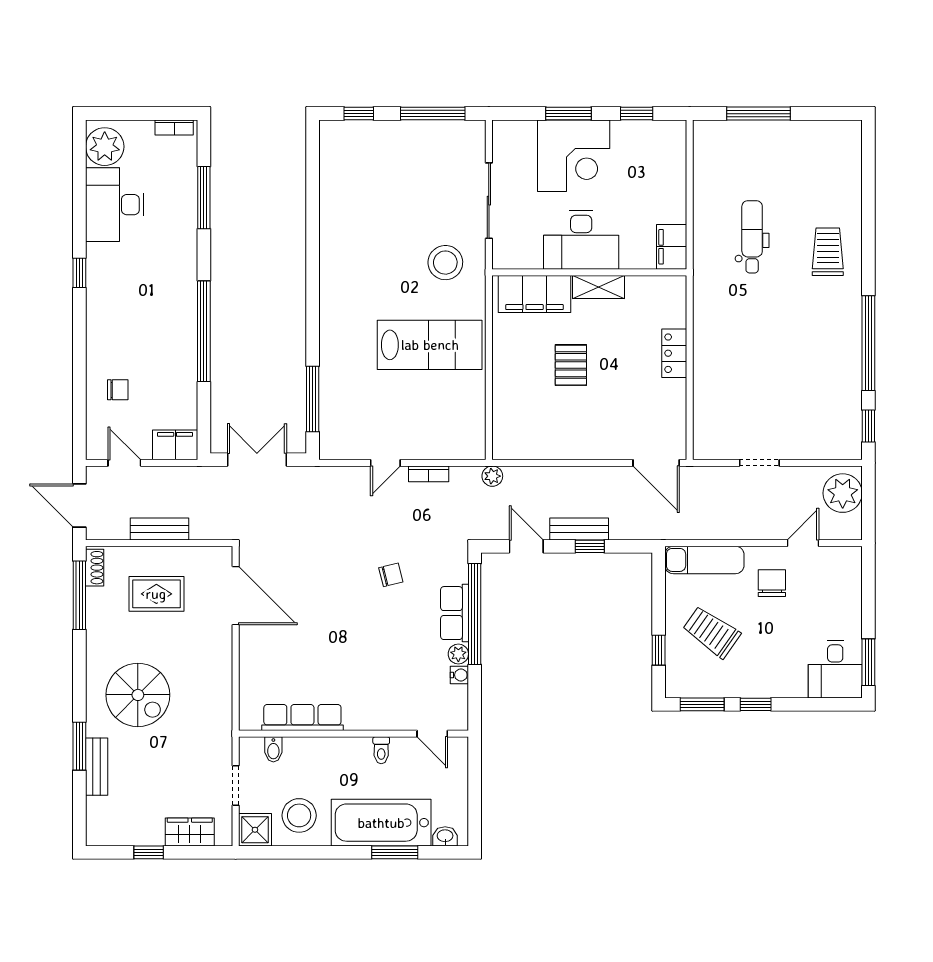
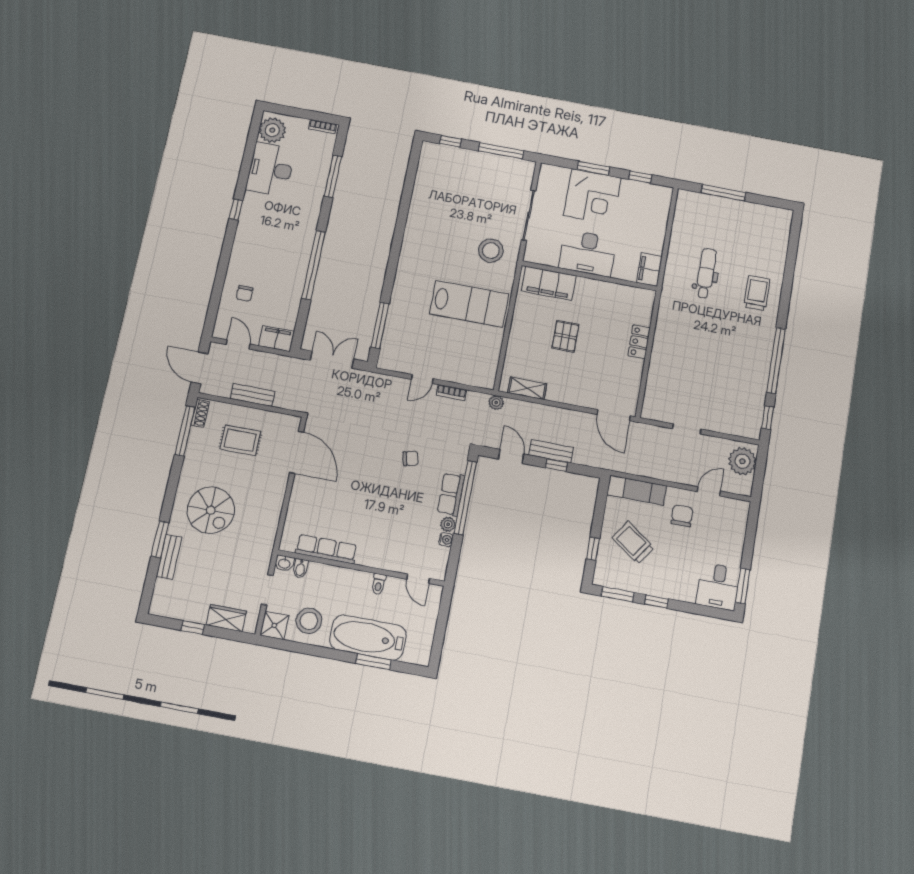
shelving: (598, 287) -> (527, 388), moved
chair: (118, 390) -> (245, 293), turned 90
washbasin: (445, 836) -> (284, 563), moved, turned 180

